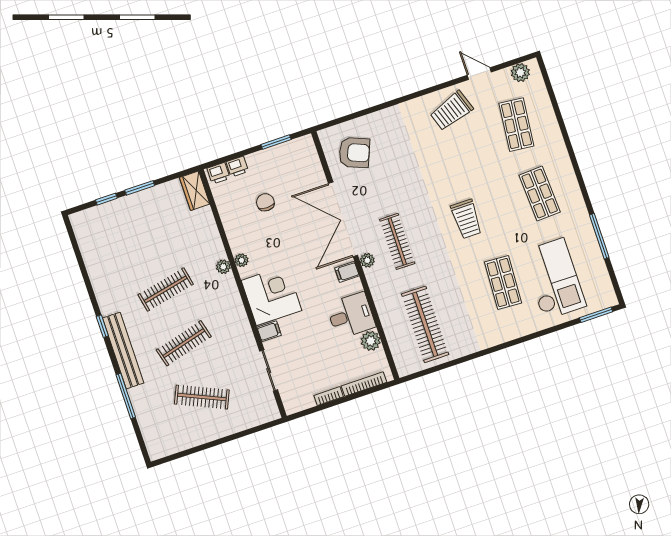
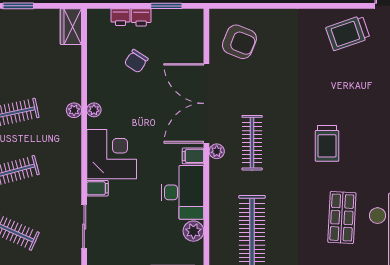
printer: (218, 173) -> (141, 17), moved
chair: (265, 202) -> (136, 61), turned -147
desk: (351, 315) -> (183, 192), width x1.37

